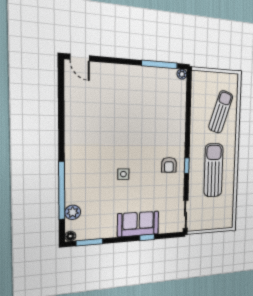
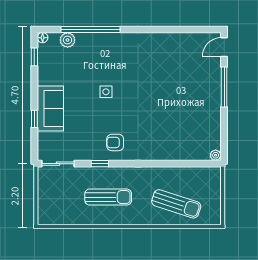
window: (160, 64) -> (224, 87), moved
window: (187, 166) -> (100, 164), moved
sun lounger: (213, 170) -> (108, 197), width x0.73, depth x0.75
window: (90, 242) -> (34, 57), width x0.67

